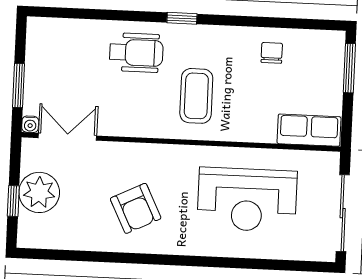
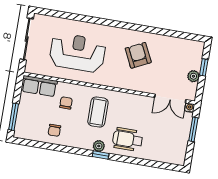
plant: (187, 34) -> (99, 146), added
chair: (257, 105) -> (66, 103), added
plant: (39, 192) -> (193, 76), width x0.53, depth x0.53

